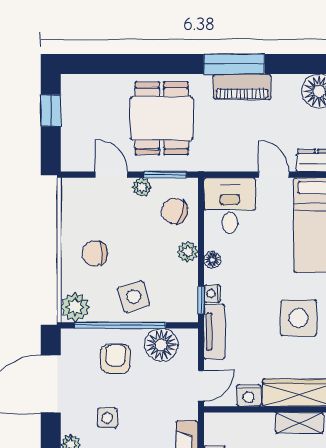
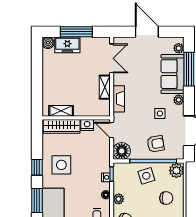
tv unit: (214, 332) -> (105, 158), removed
floor lamp: (161, 345) -> (122, 151), moved
armchair: (115, 359) -> (156, 144), turned -100
door: (201, 386) -> (112, 130), hinge flipped

